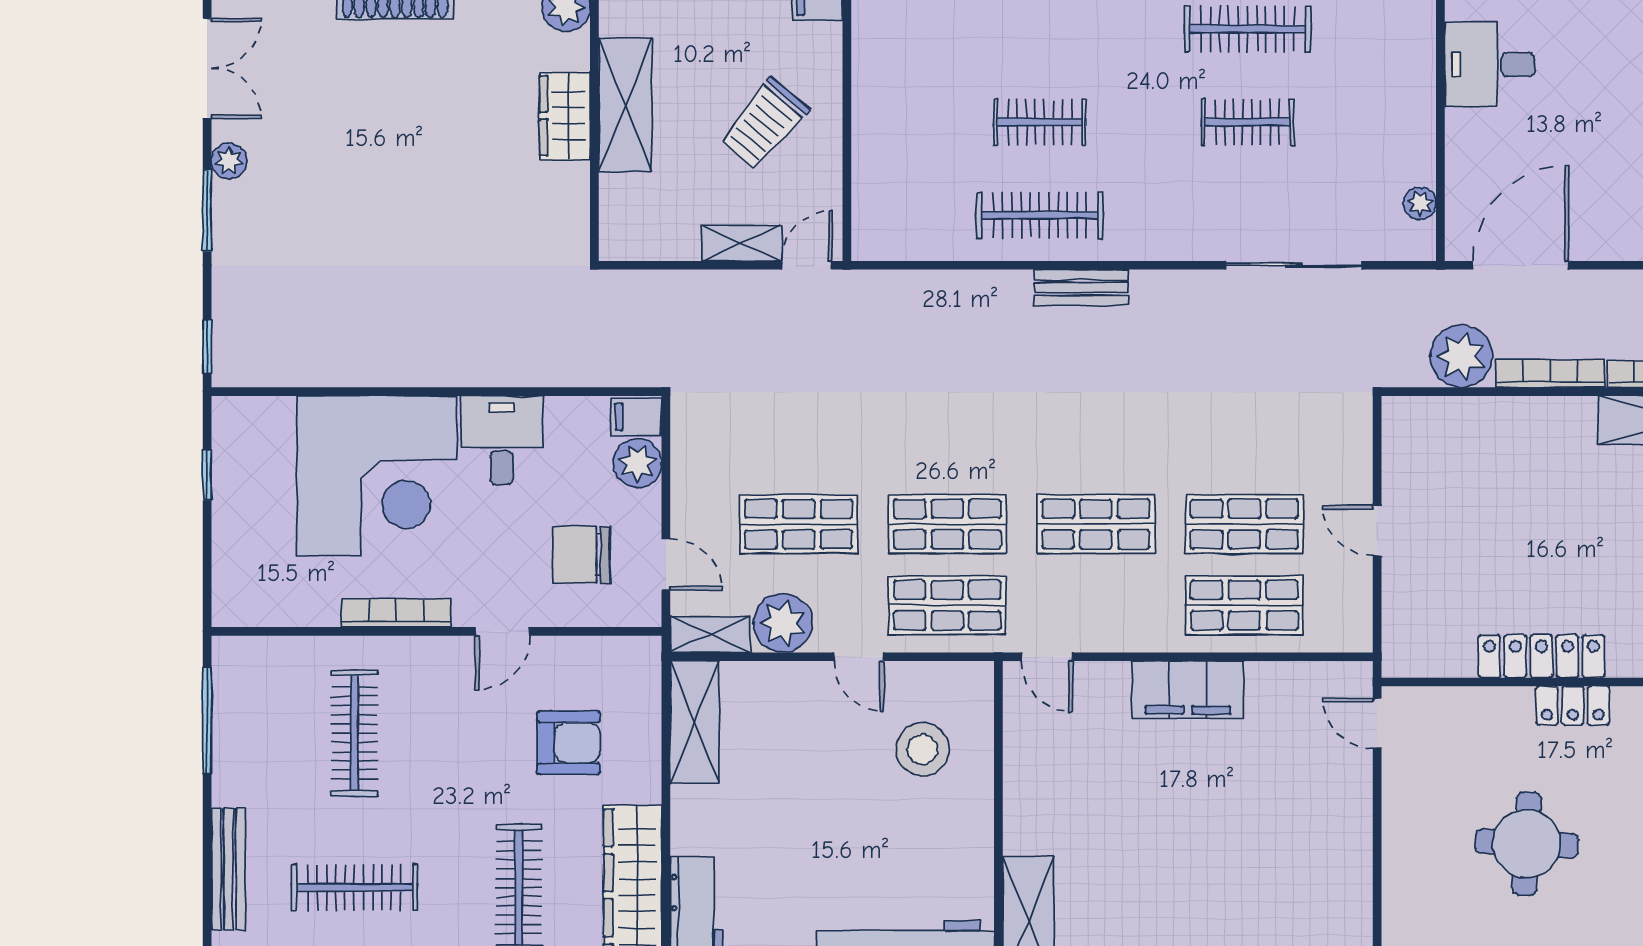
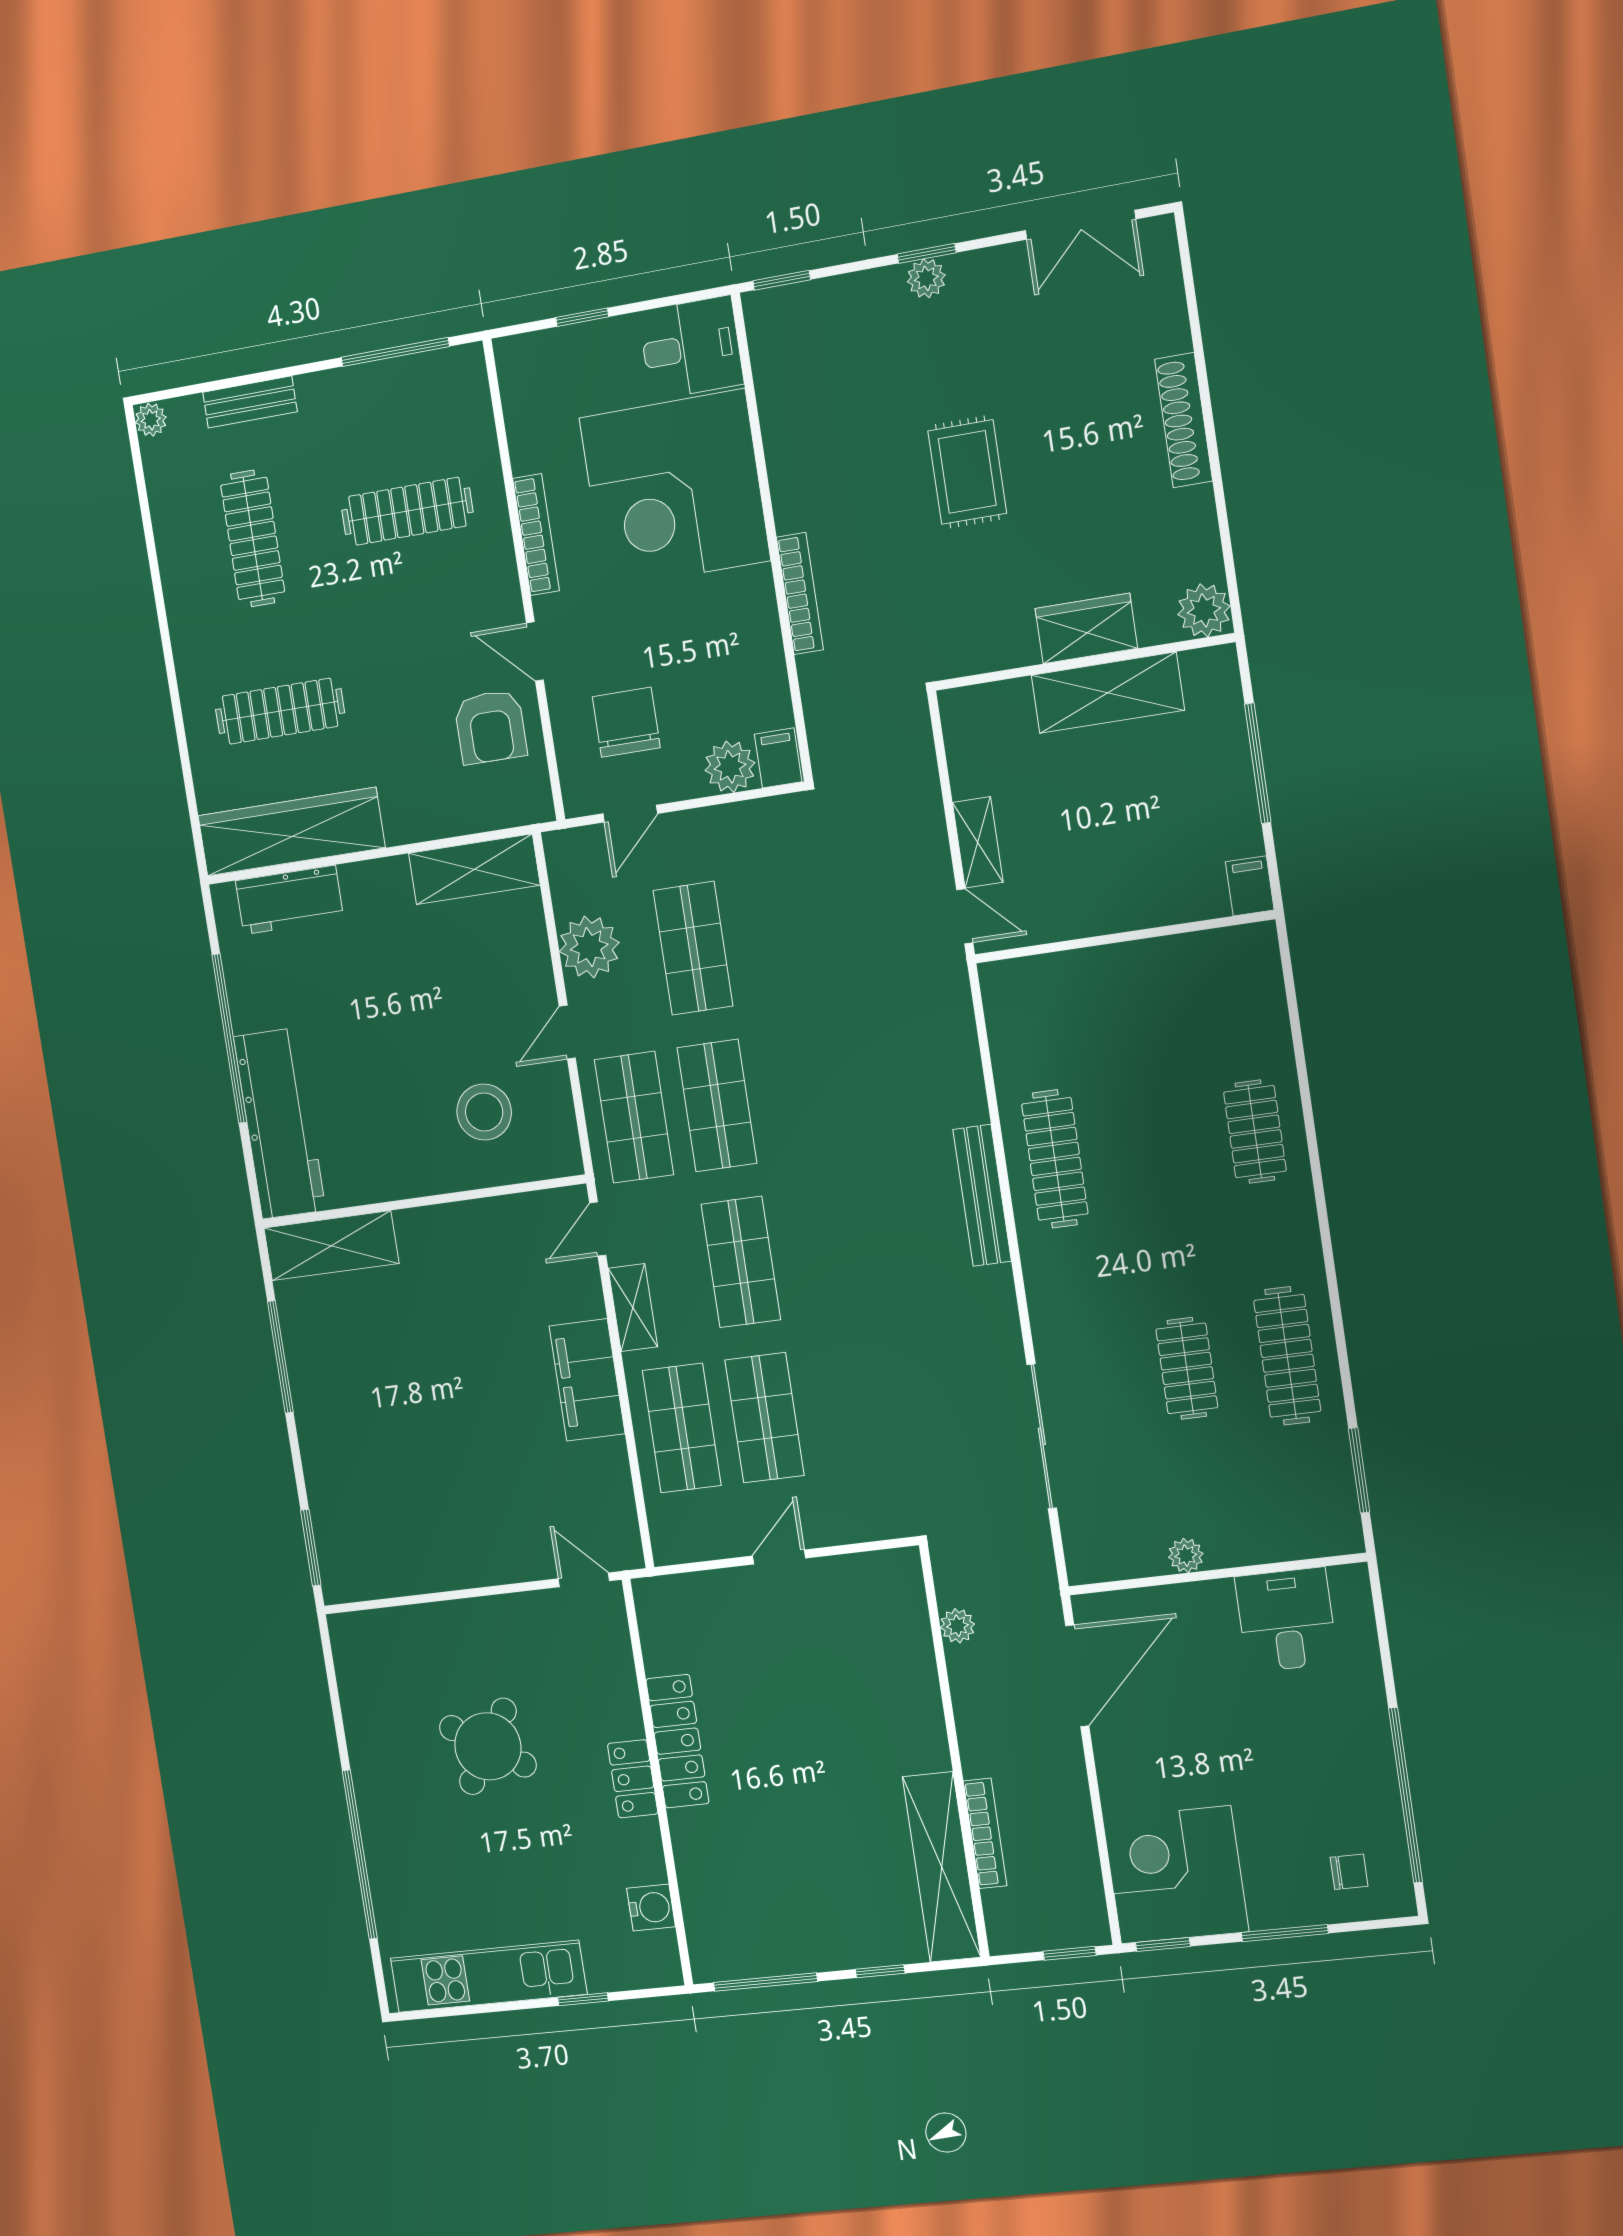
clothes rail: (1040, 122) -> (1255, 1132), moved
trolley: (764, 124) -> (1109, 847), removed
plant: (229, 161) -> (926, 278), moved
rug: (408, 203) -> (967, 472), added
plant: (1420, 203) -> (1186, 1555), moved
window: (207, 211) -> (927, 253), width x0.67
door: (1521, 265) -> (1077, 1676), hinge flipped
bench: (1081, 288) -> (982, 1195), width x1.36
plant: (1461, 356) -> (957, 1626), width x0.53, depth x0.53
bookcase: (1550, 373) -> (800, 593), moved
desk: (502, 440) -> (691, 348), moved
window: (207, 475) -> (582, 317), moved
shelving: (710, 634) -> (633, 1308), moved
door: (1377, 723) -> (584, 1580), hinge flipped
armchair: (569, 743) -> (491, 727), moved
round table: (1527, 844) -> (488, 1746), turned 30
bench: (228, 869) -> (250, 402), width x0.73

